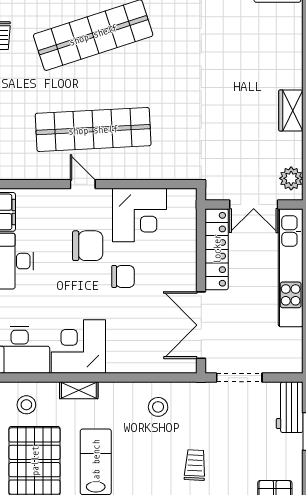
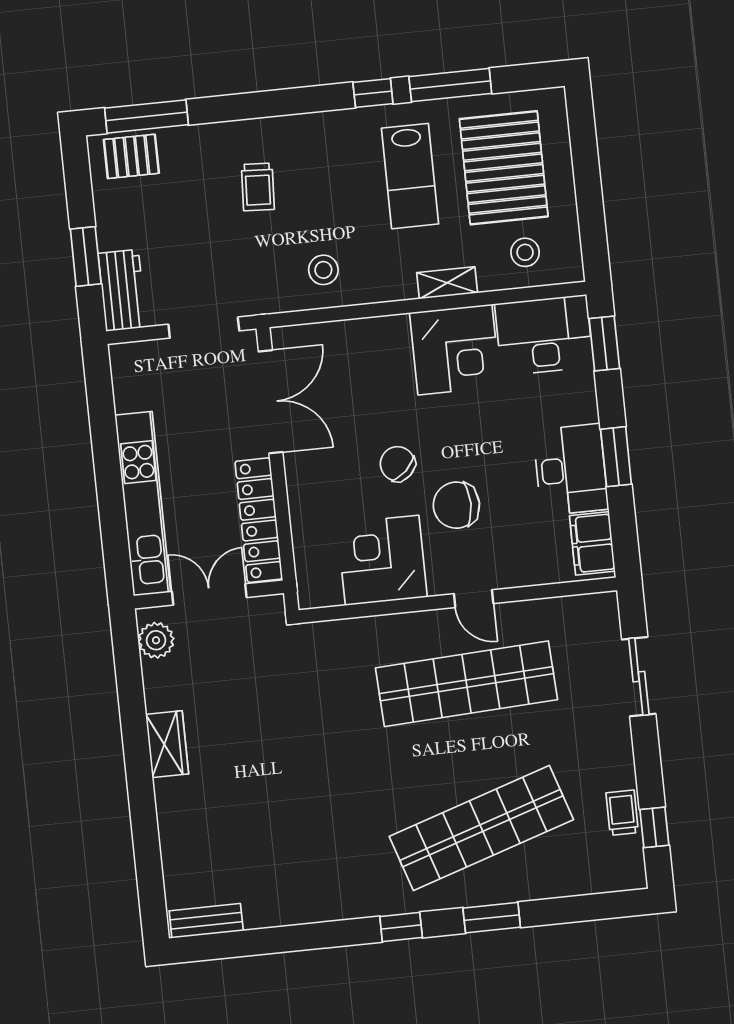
chair: (123, 276) -> (398, 464), turned 47

